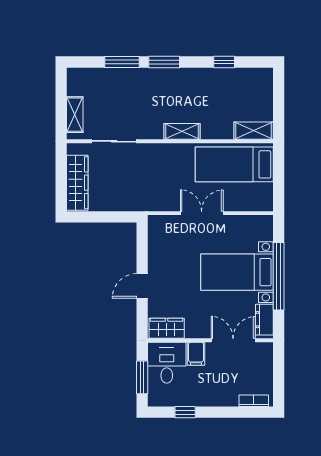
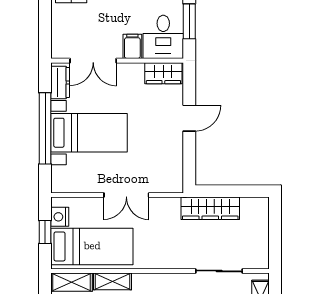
shelving: (182, 131) -> (112, 281), moved
window: (279, 178) -> (45, 232), added
wardrobe: (77, 183) -> (210, 208), moved, turned -90
nightstand: (265, 193) -> (60, 217), added

